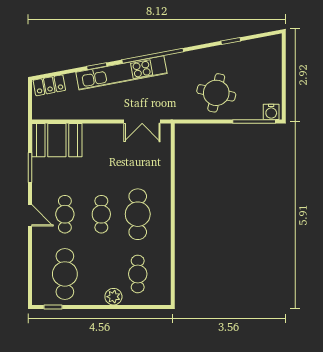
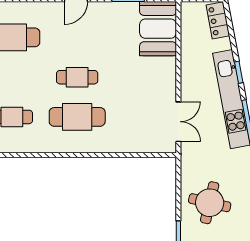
double door: (142, 121) -> (178, 122), swing flipped
cafe table: (65, 214) -> (77, 37), removed

